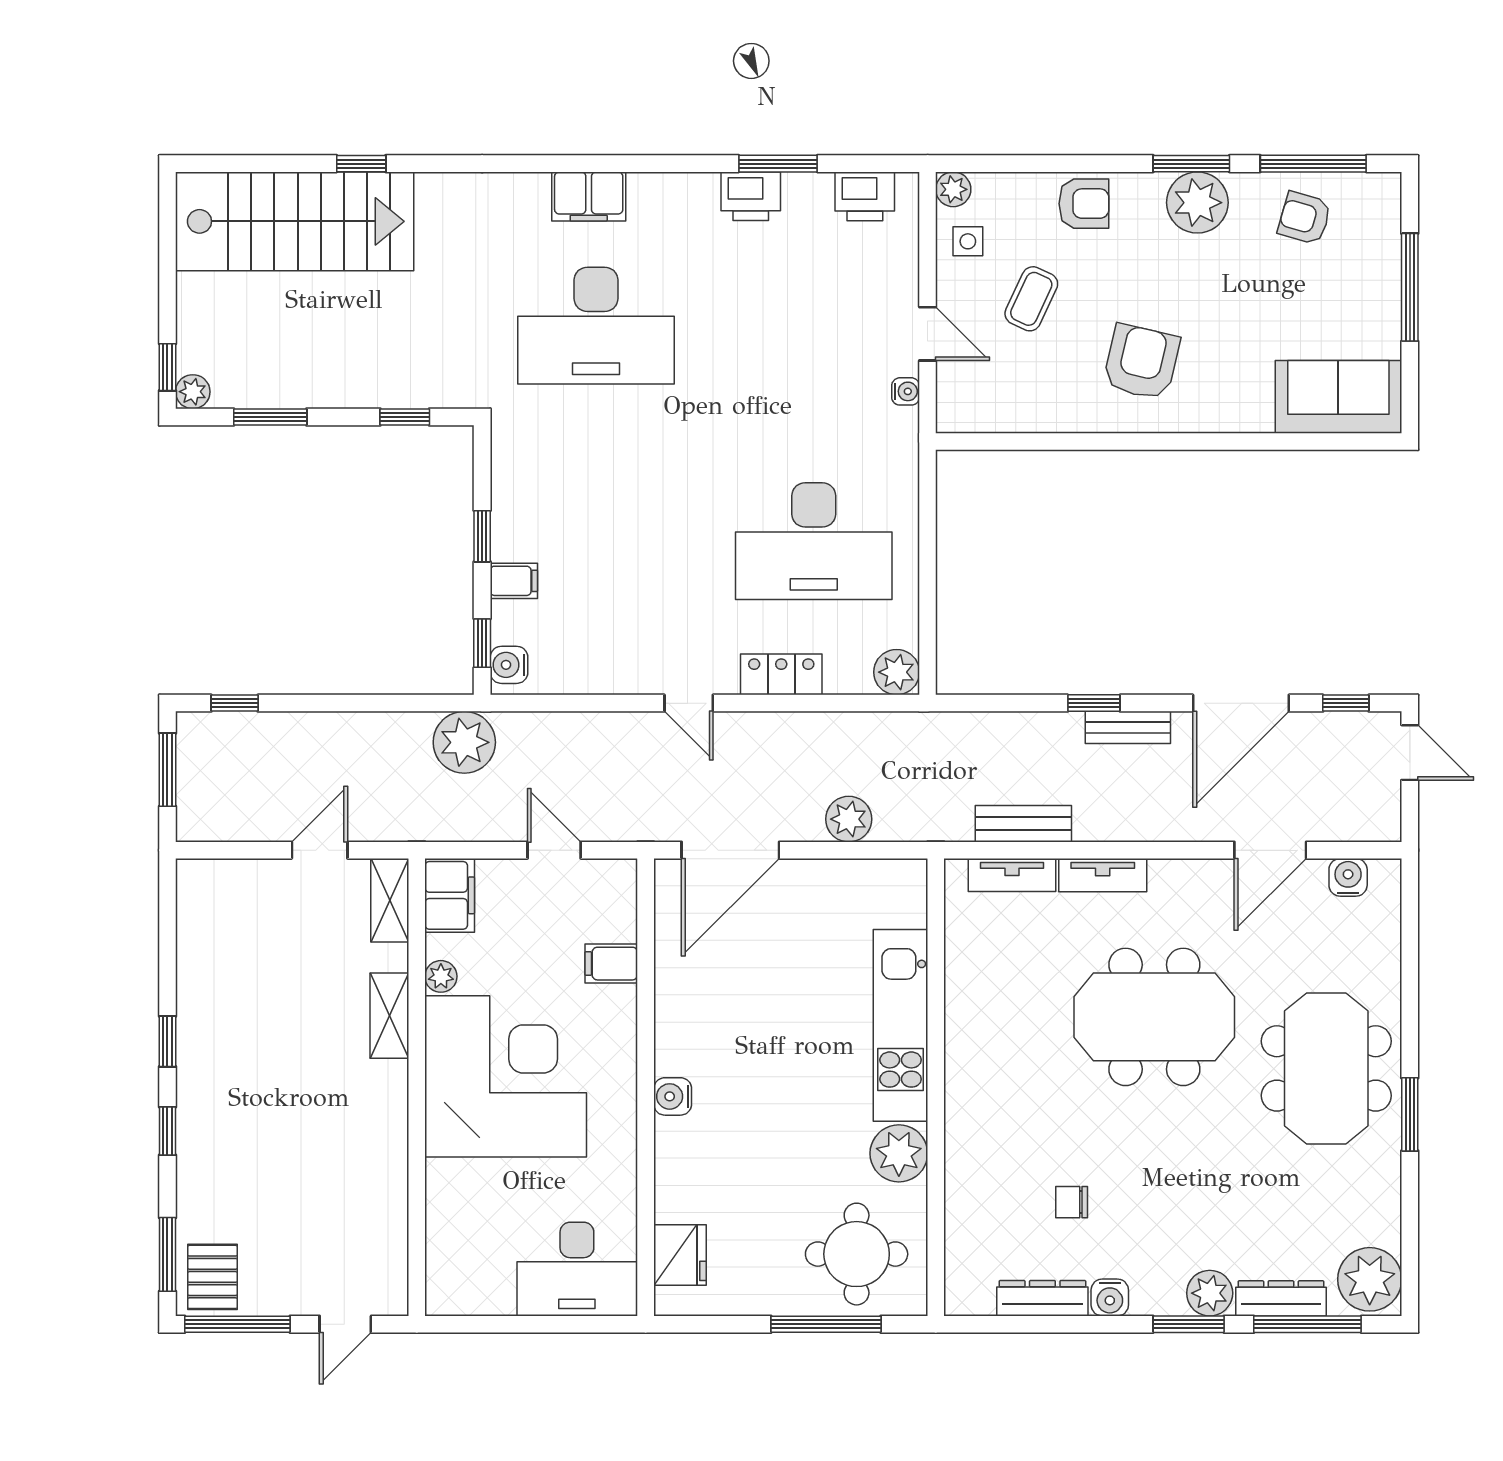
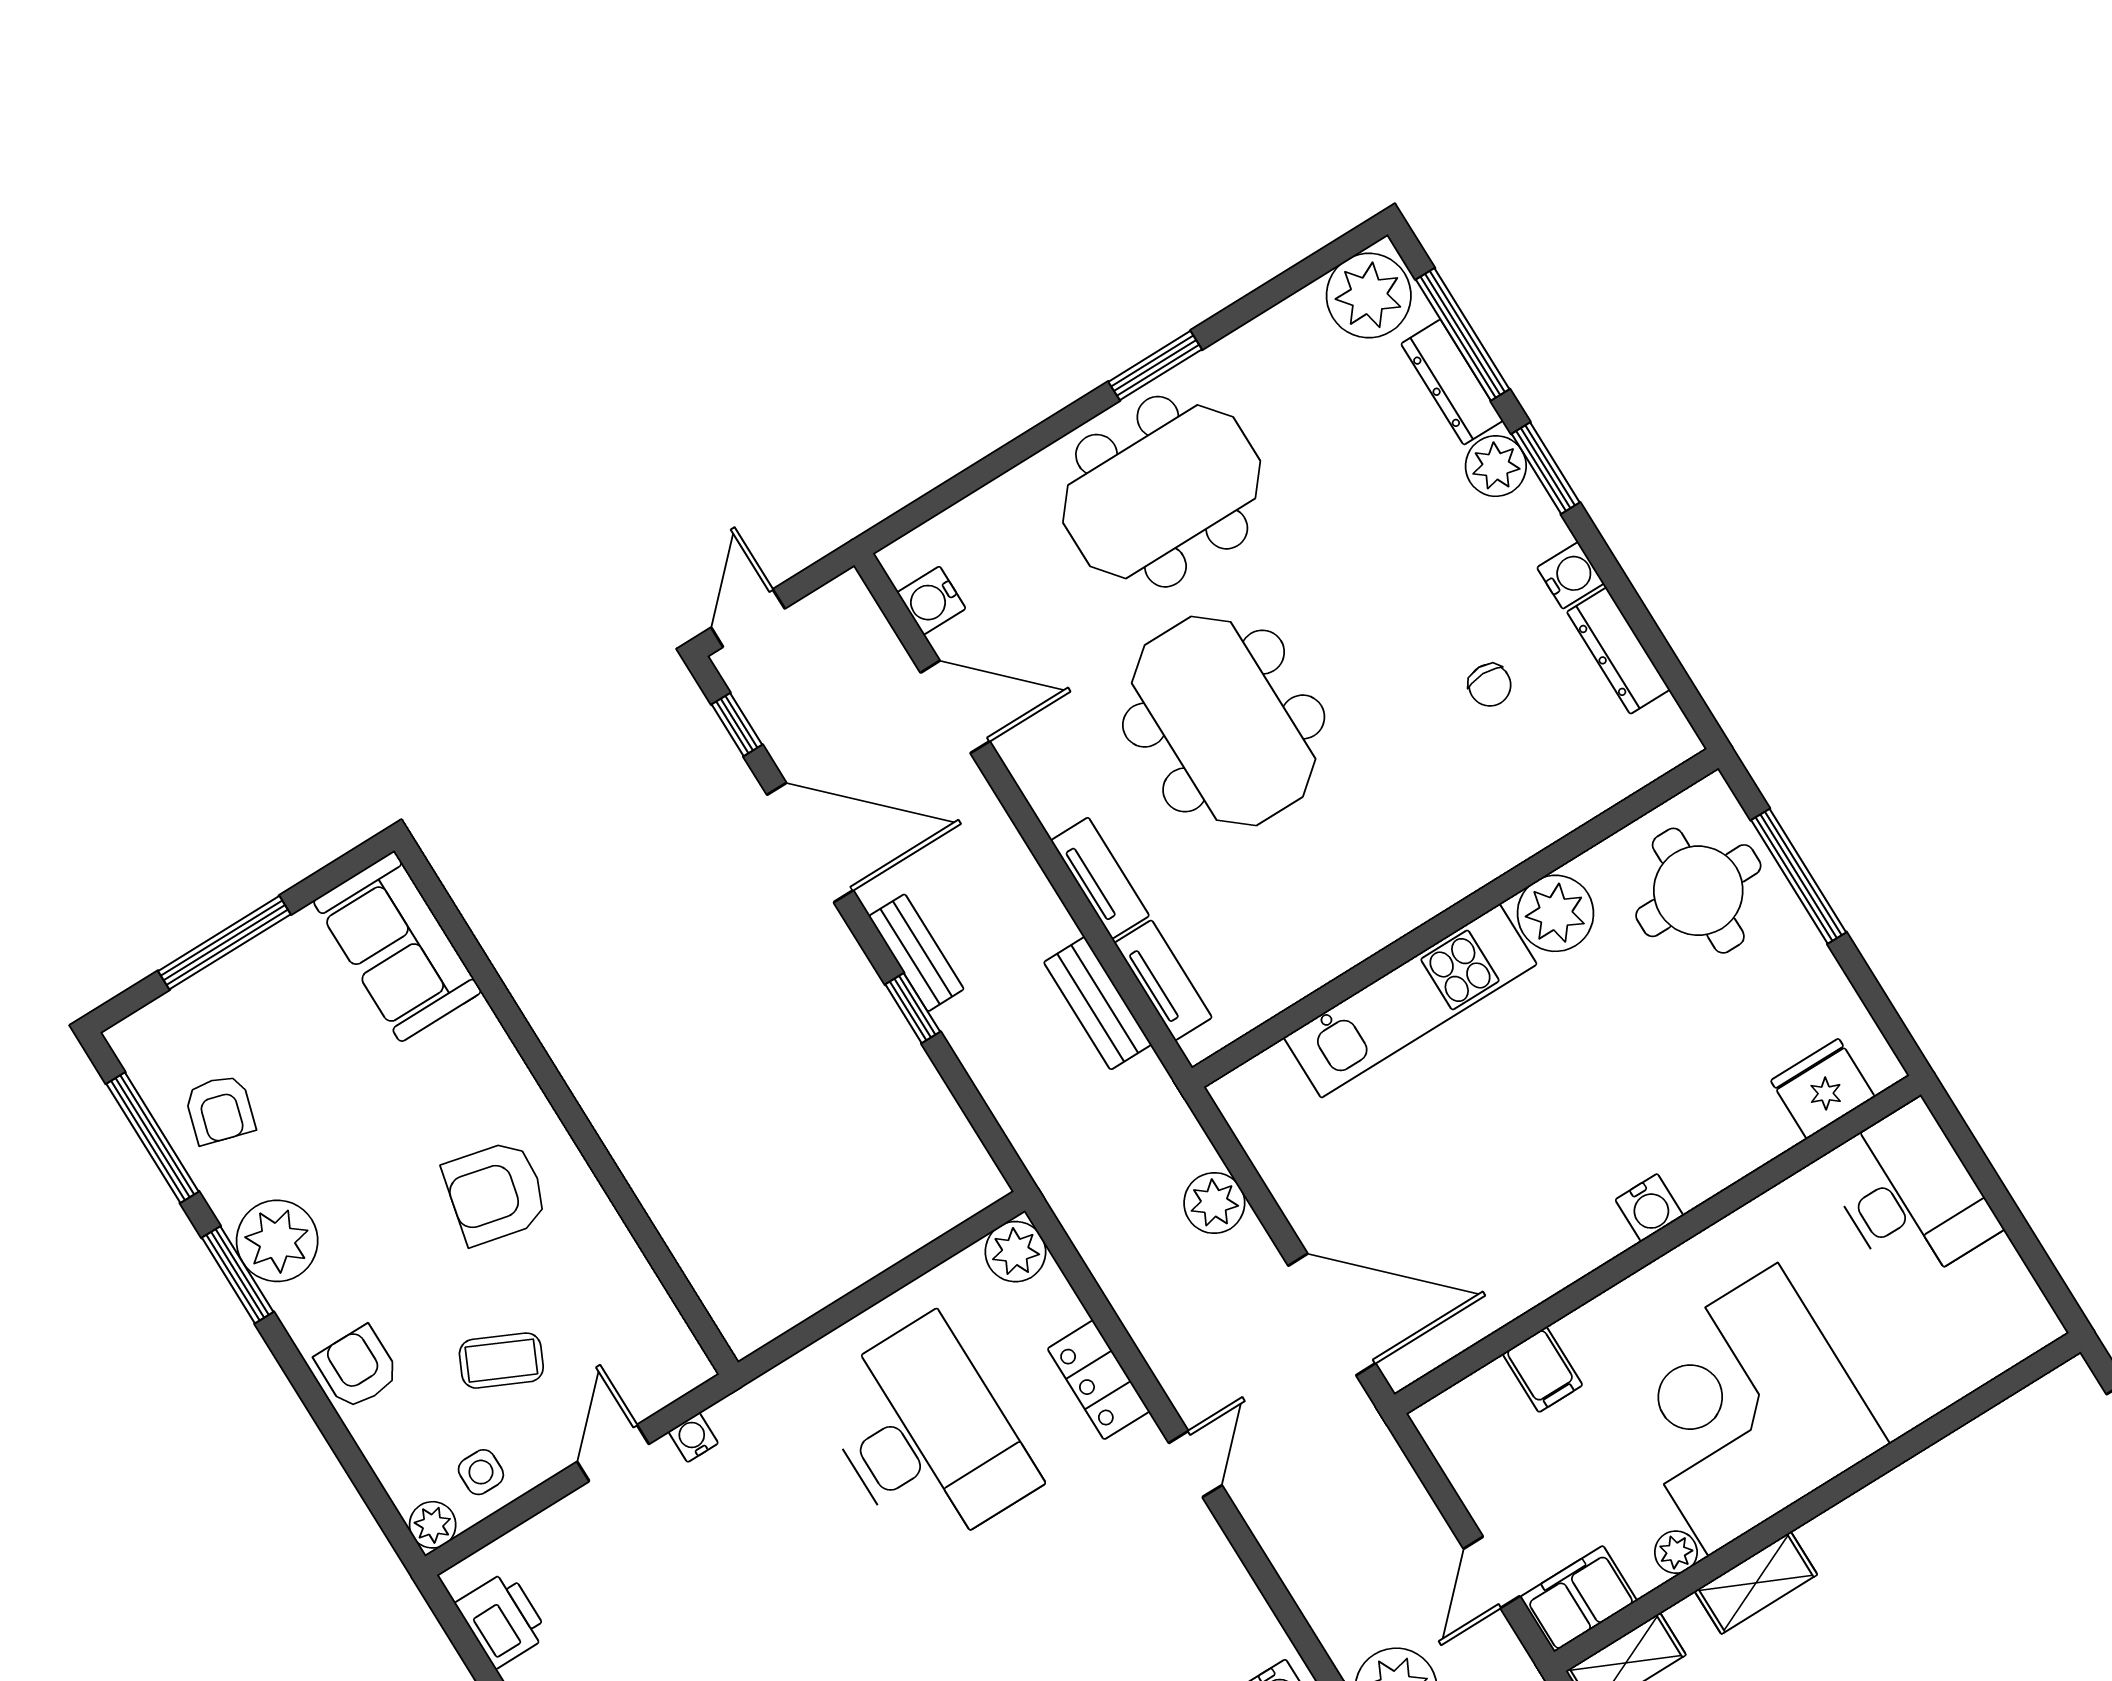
door: (554, 850) -> (1492, 1572), moved

